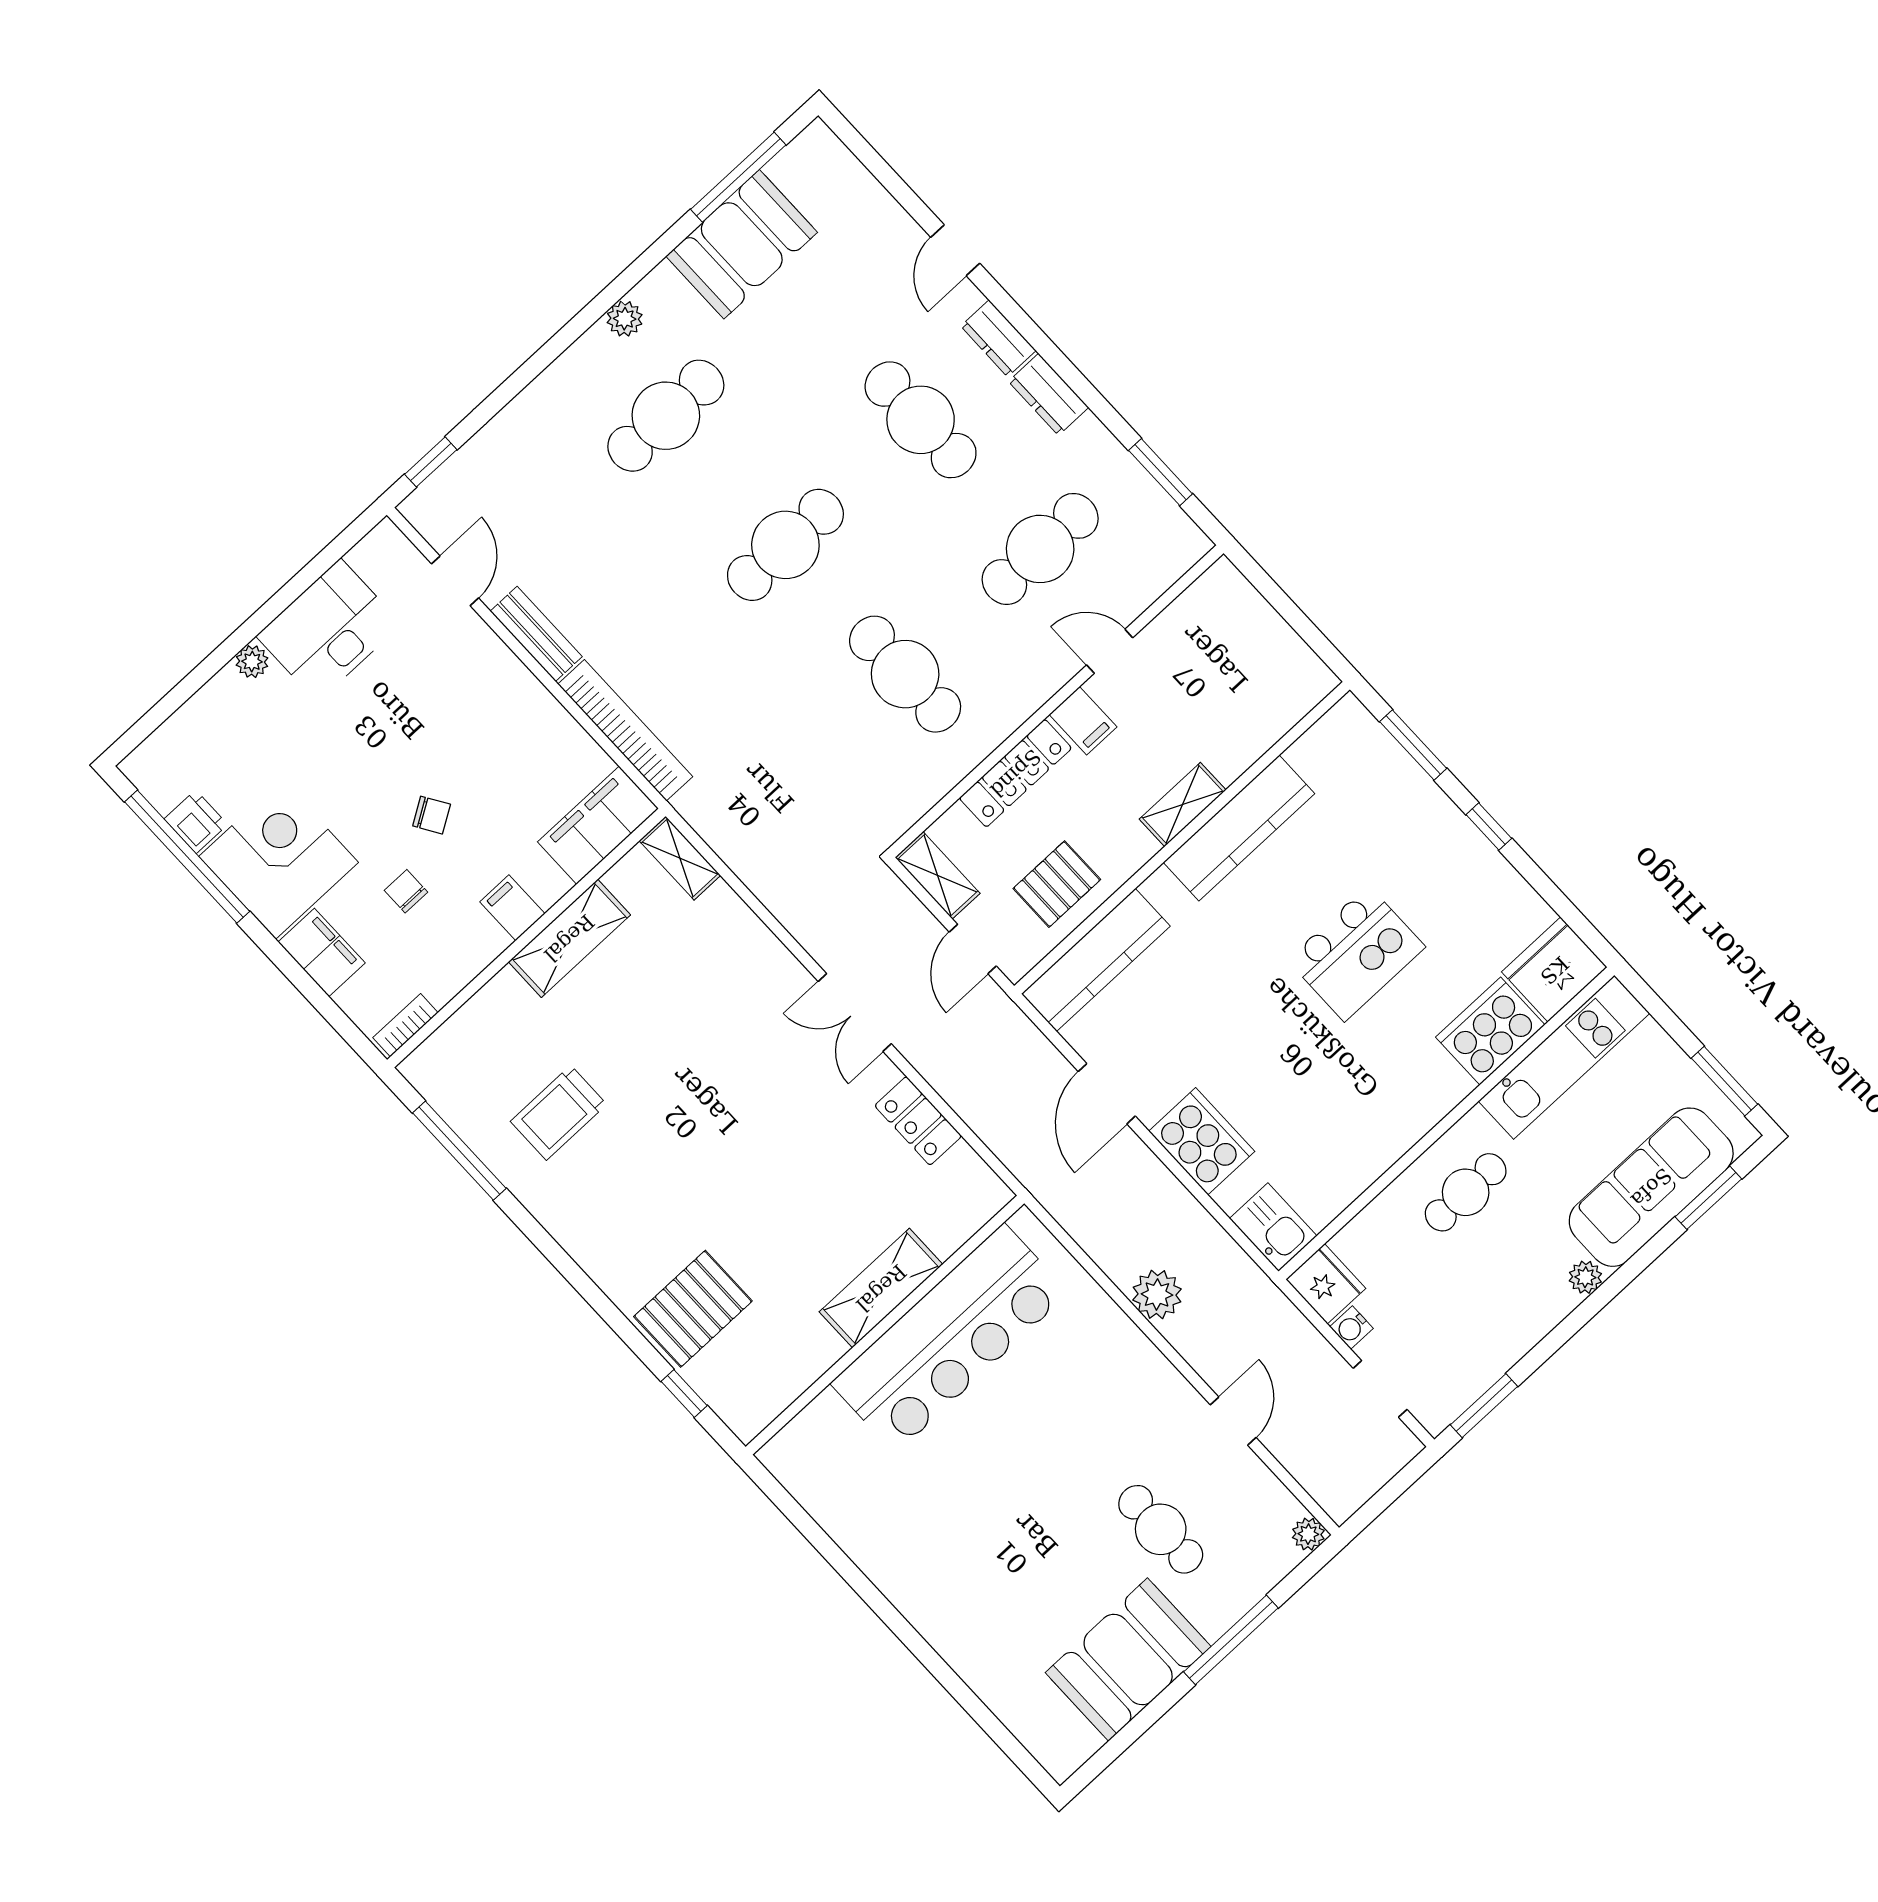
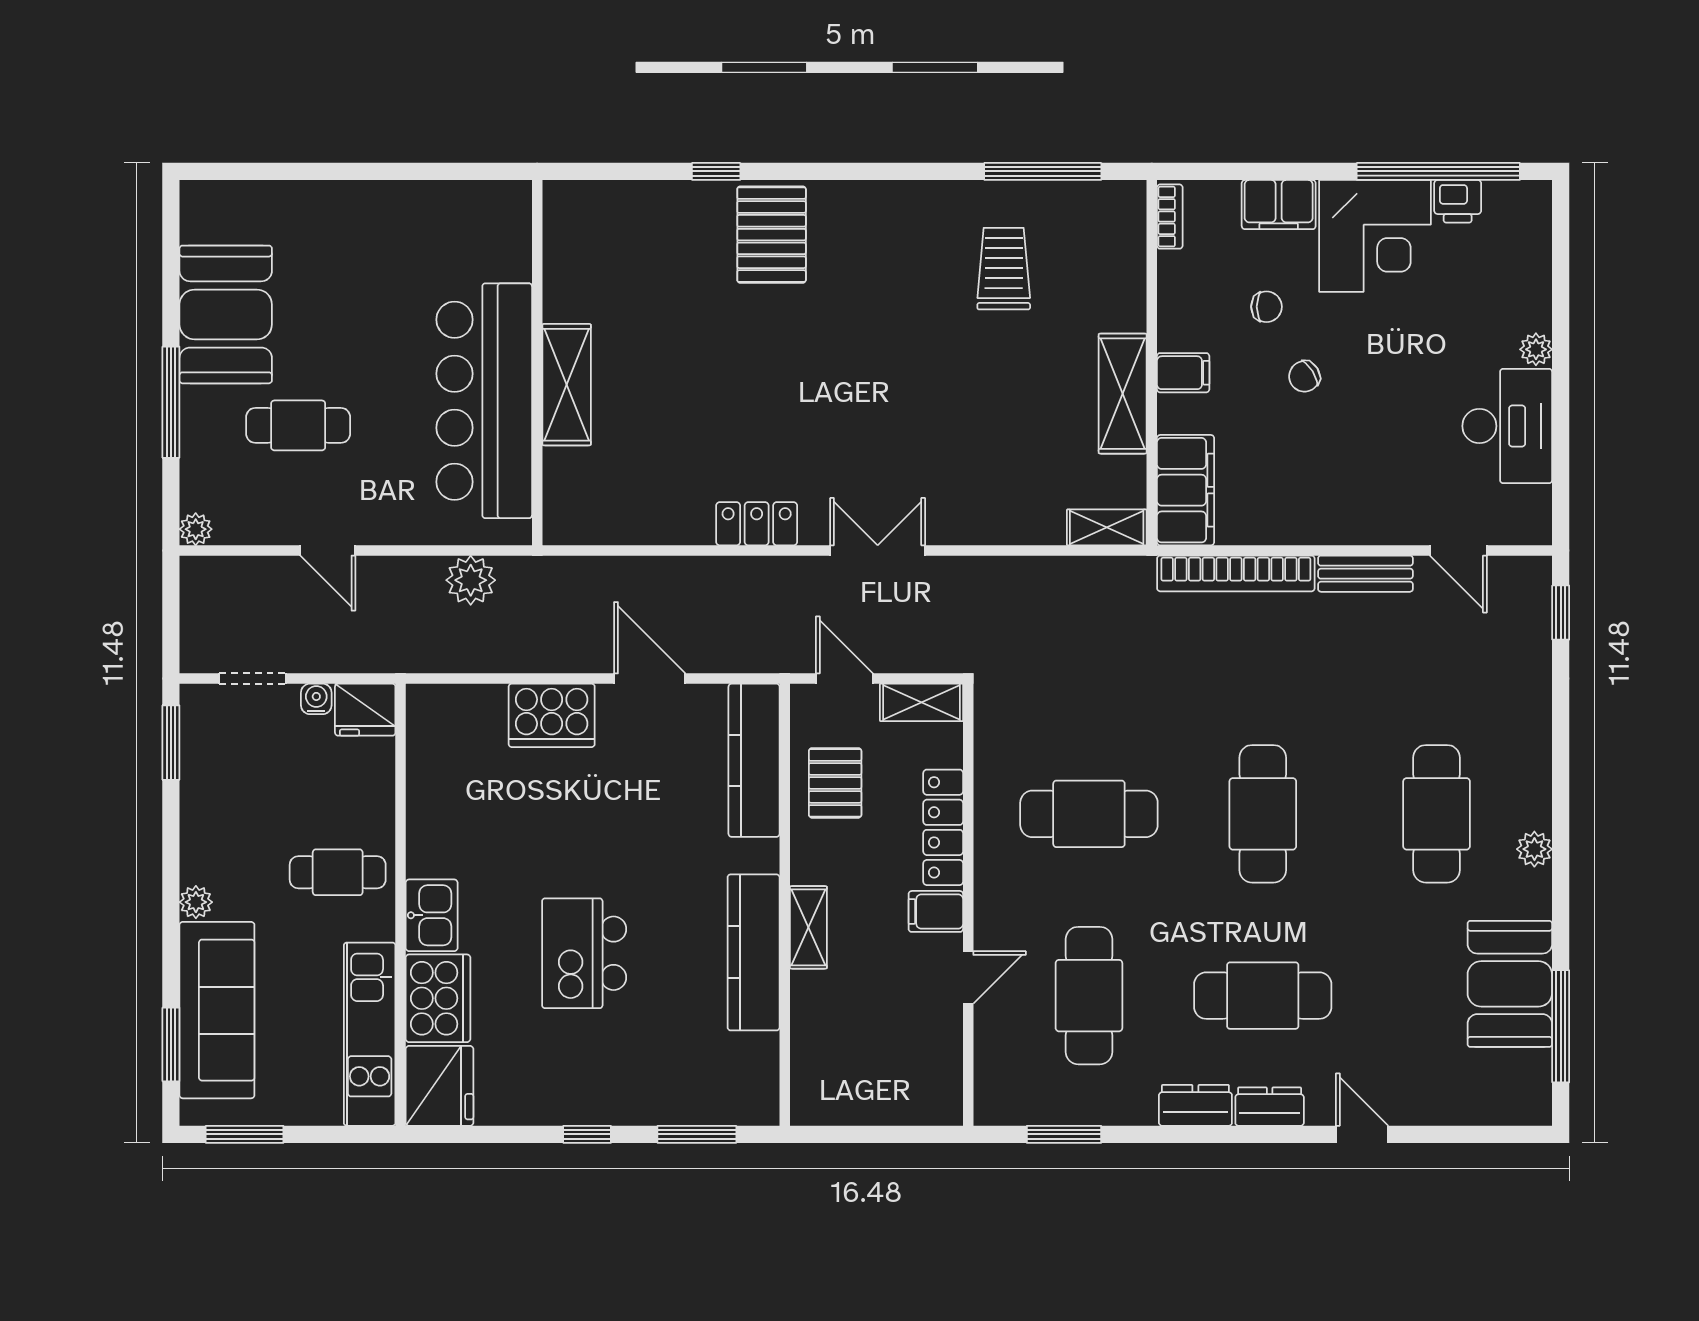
cafe table: (1466, 1192) -> (338, 872), turned 90
kitchen sink: (1273, 1227) -> (432, 915), moved, turned -90
shelving: (881, 1288) -> (567, 385), moved
wall: (885, 1325) -> (537, 363), moved
bar counter: (950, 1338) -> (484, 401), moved

